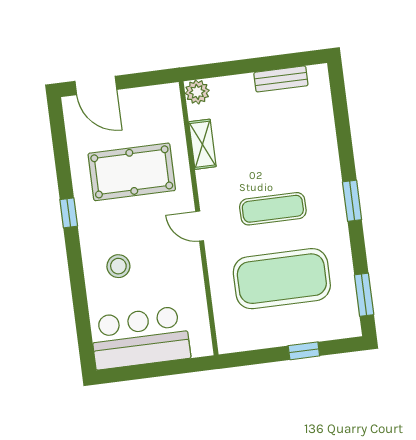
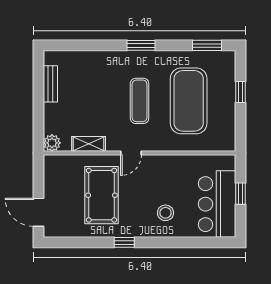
door: (96, 85) -> (39, 212), swing flipped
door: (200, 226) -> (131, 153), moved
window: (159, 369) -> (241, 194), added

